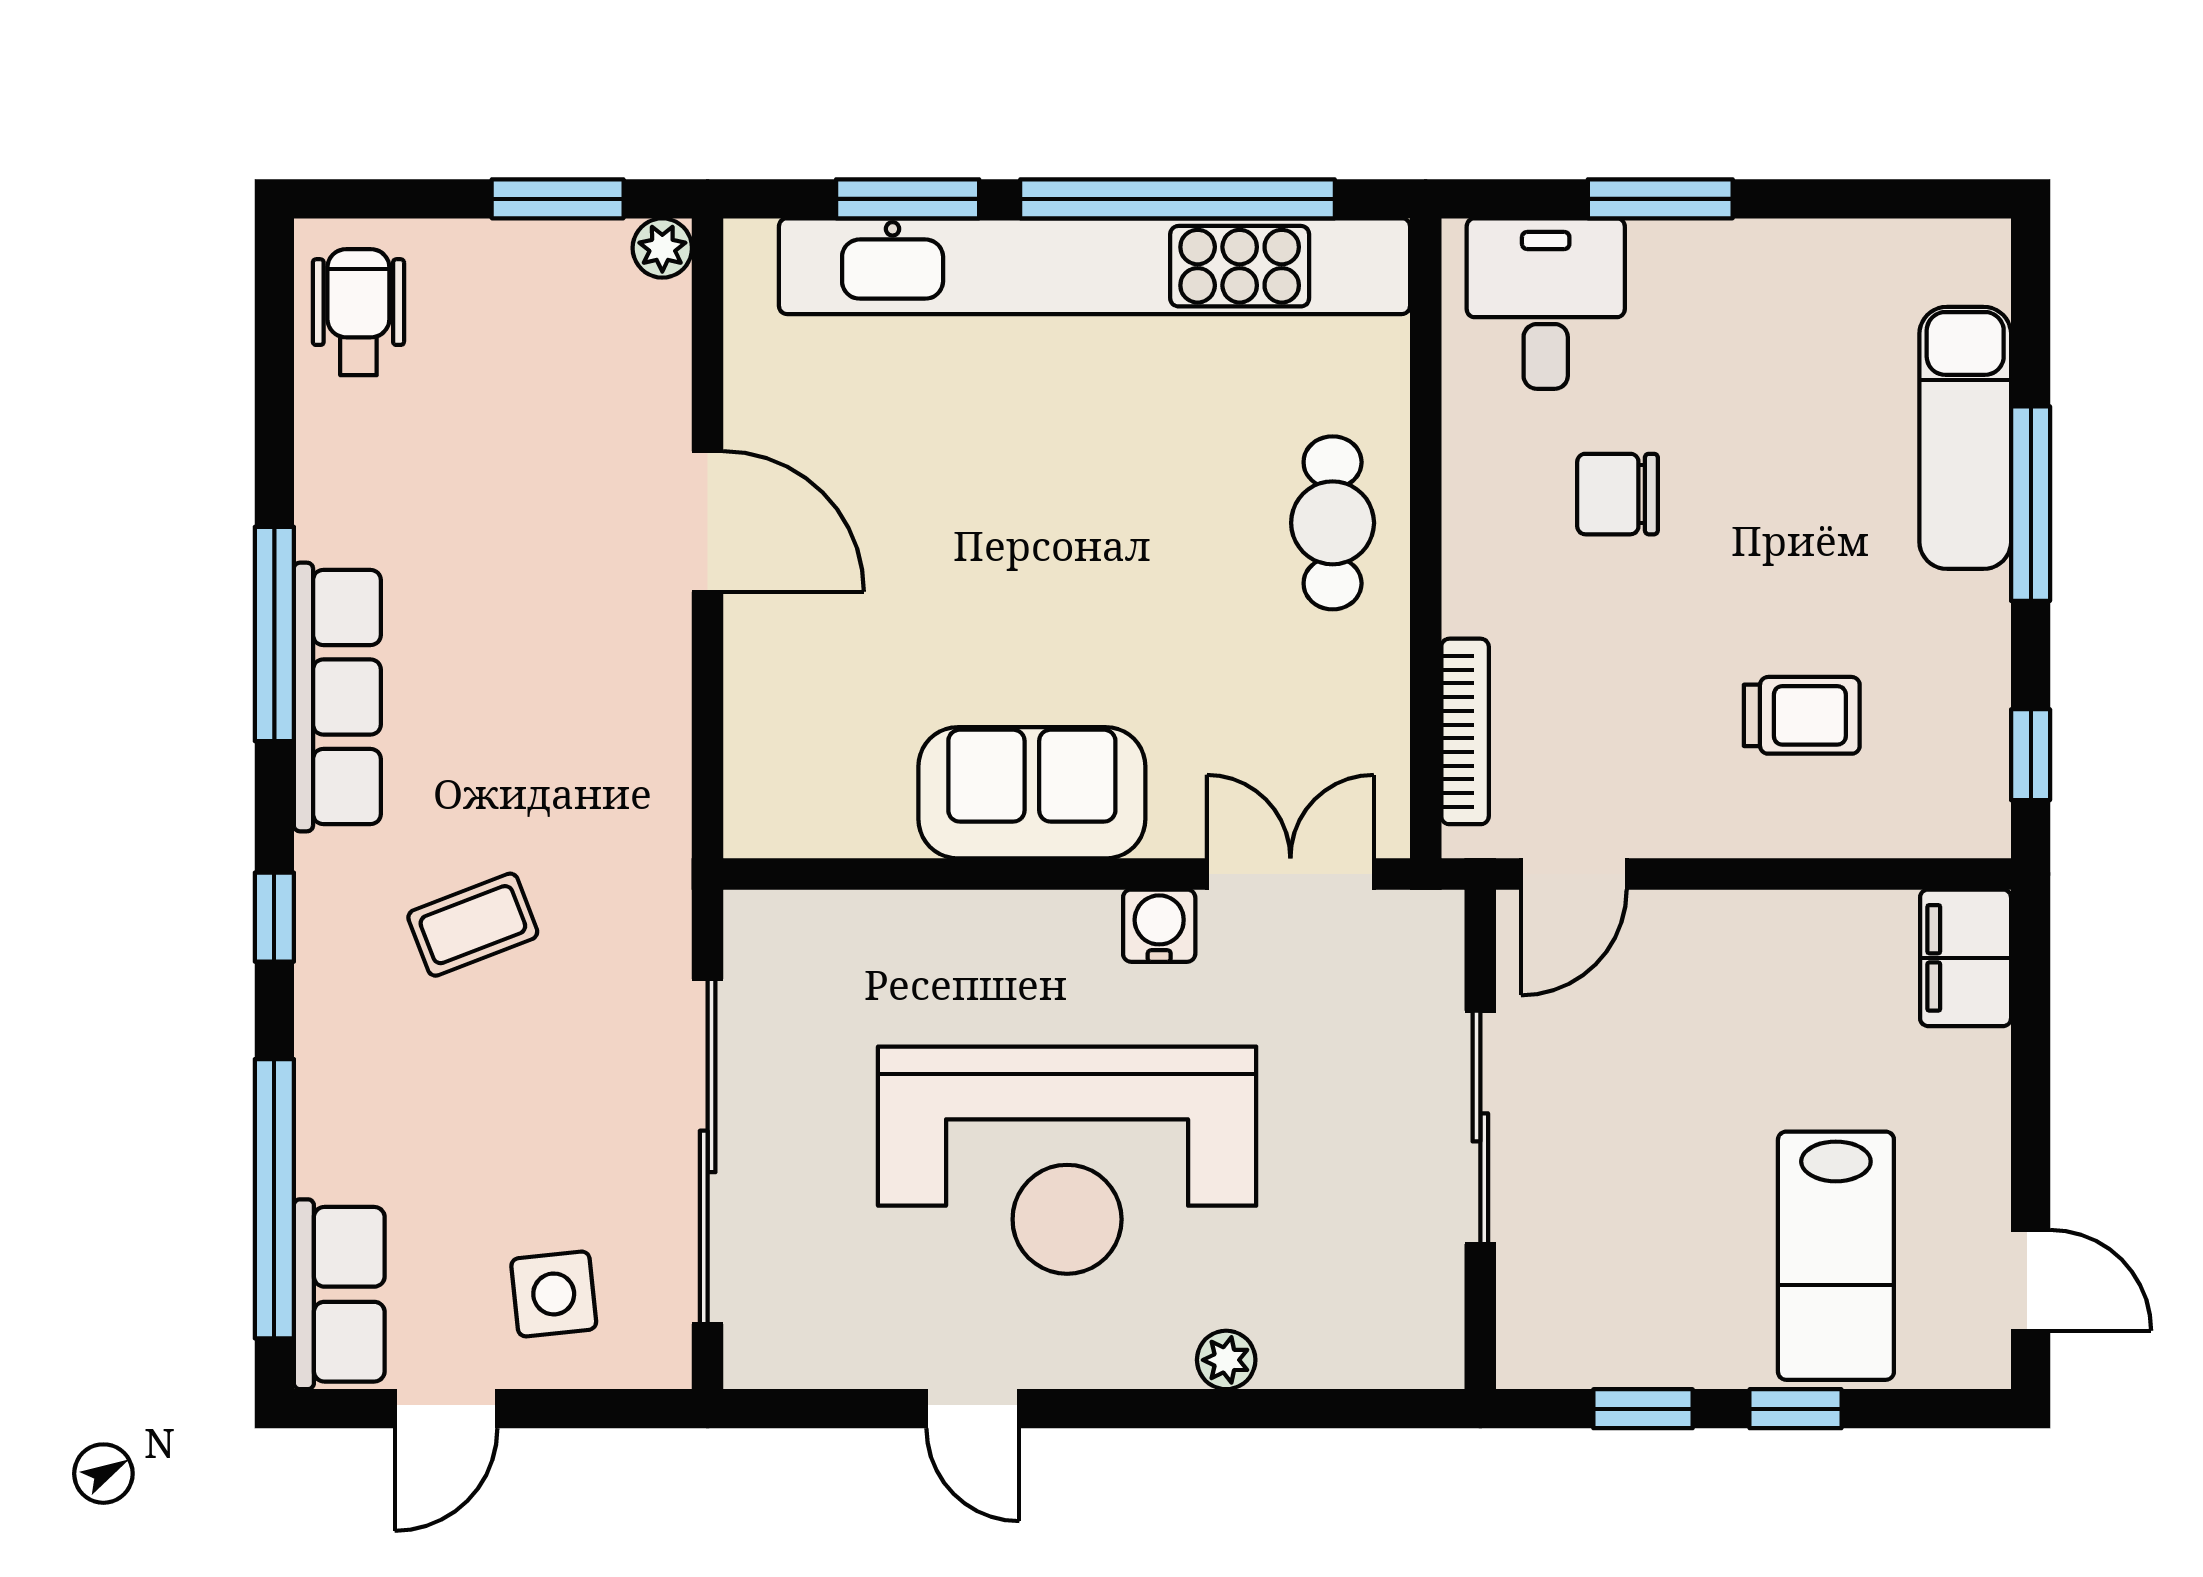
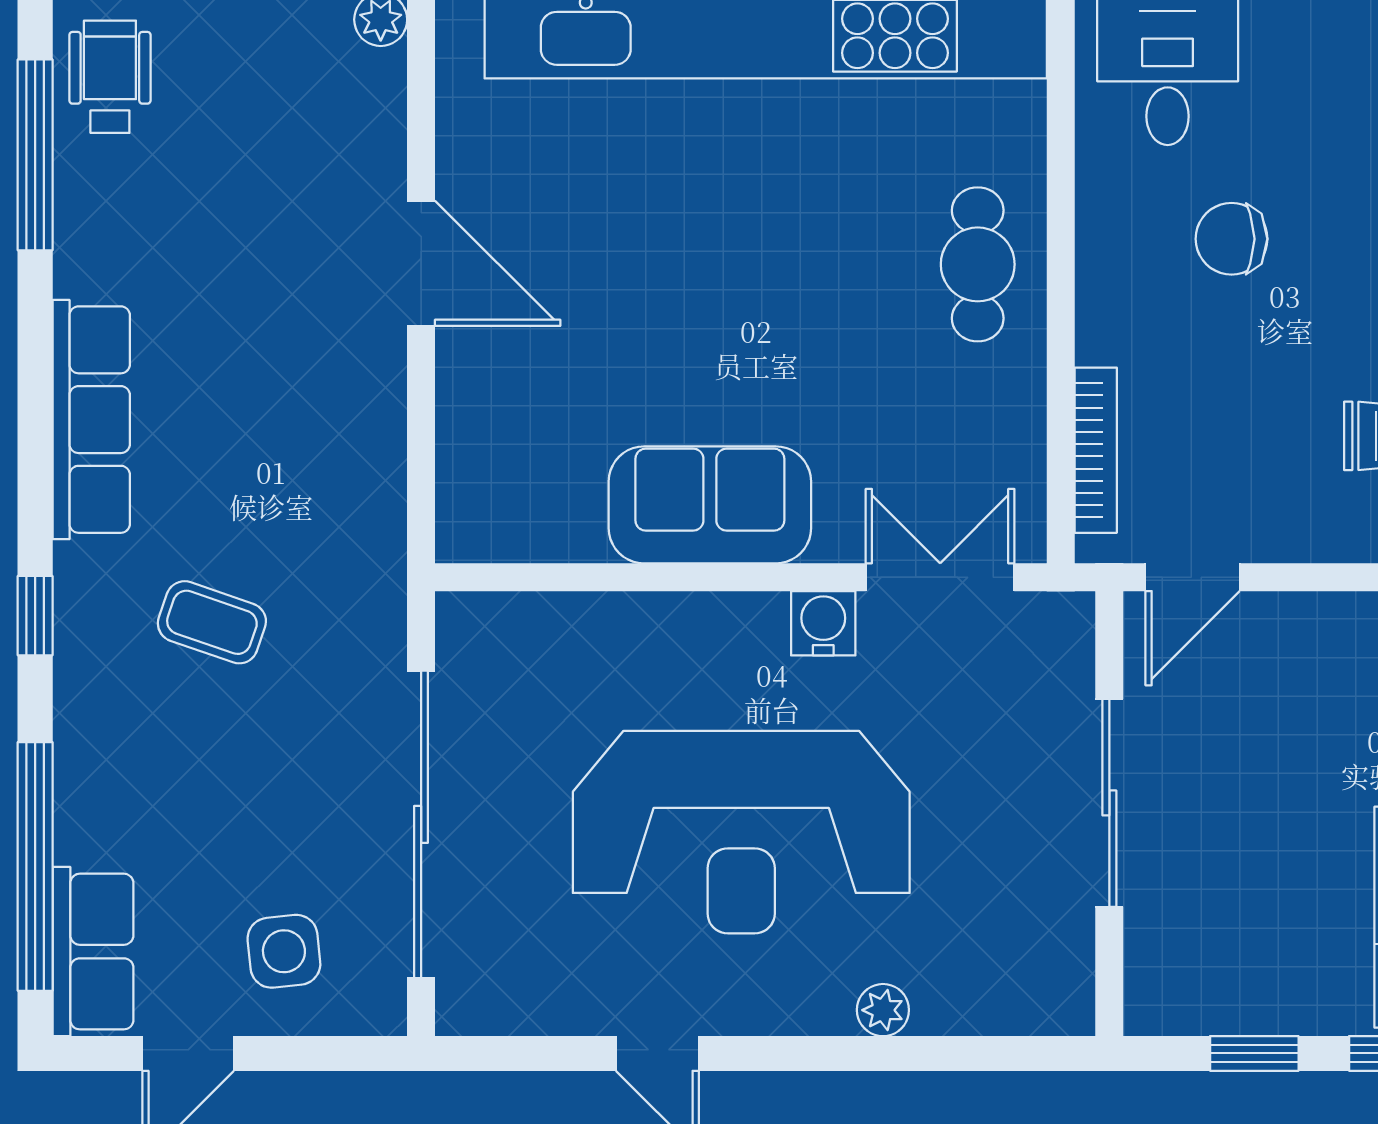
window: (274, 634) -> (35, 155), moved
coffee table: (473, 925) -> (212, 622), turned 40

